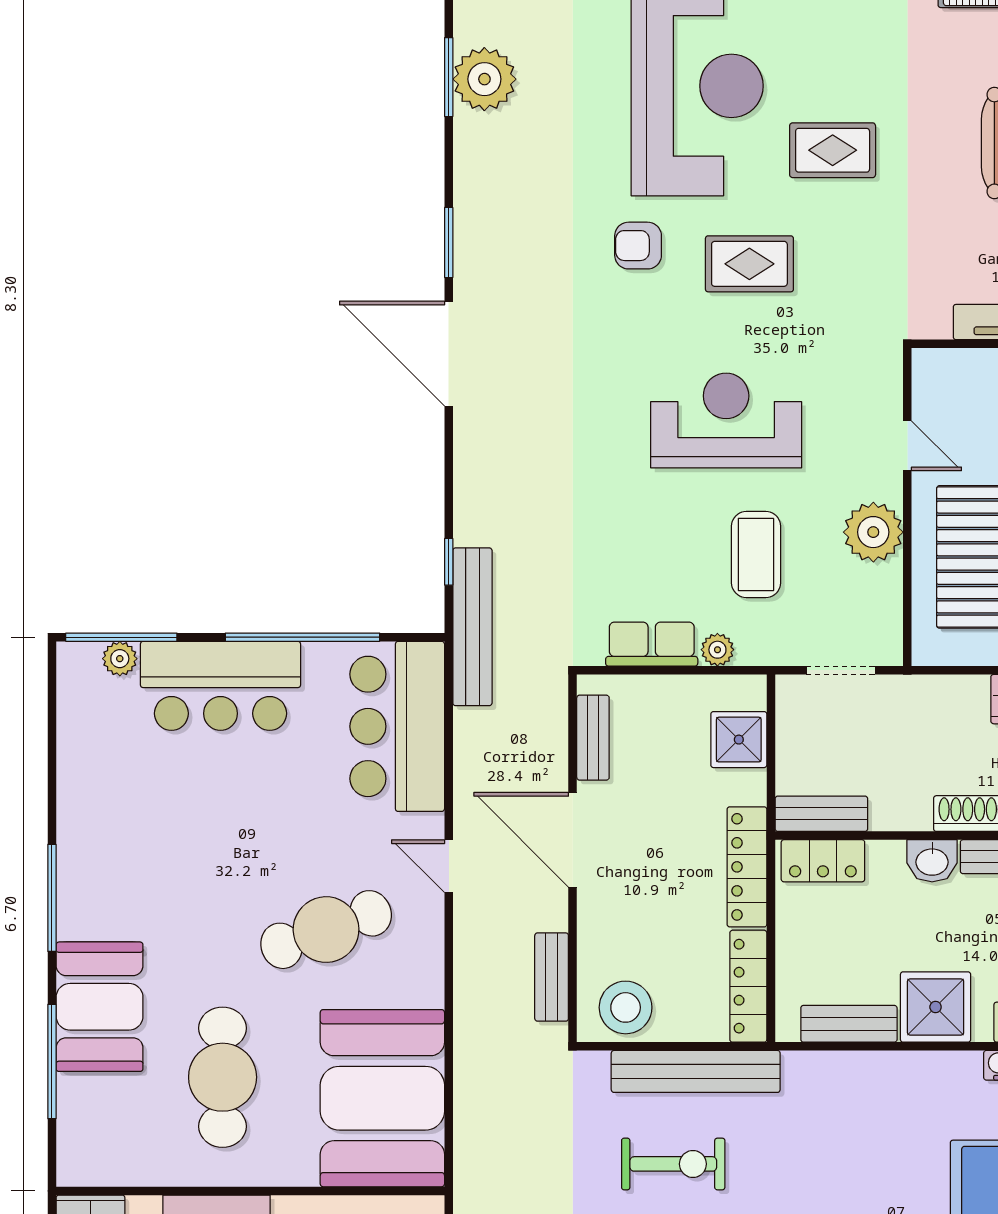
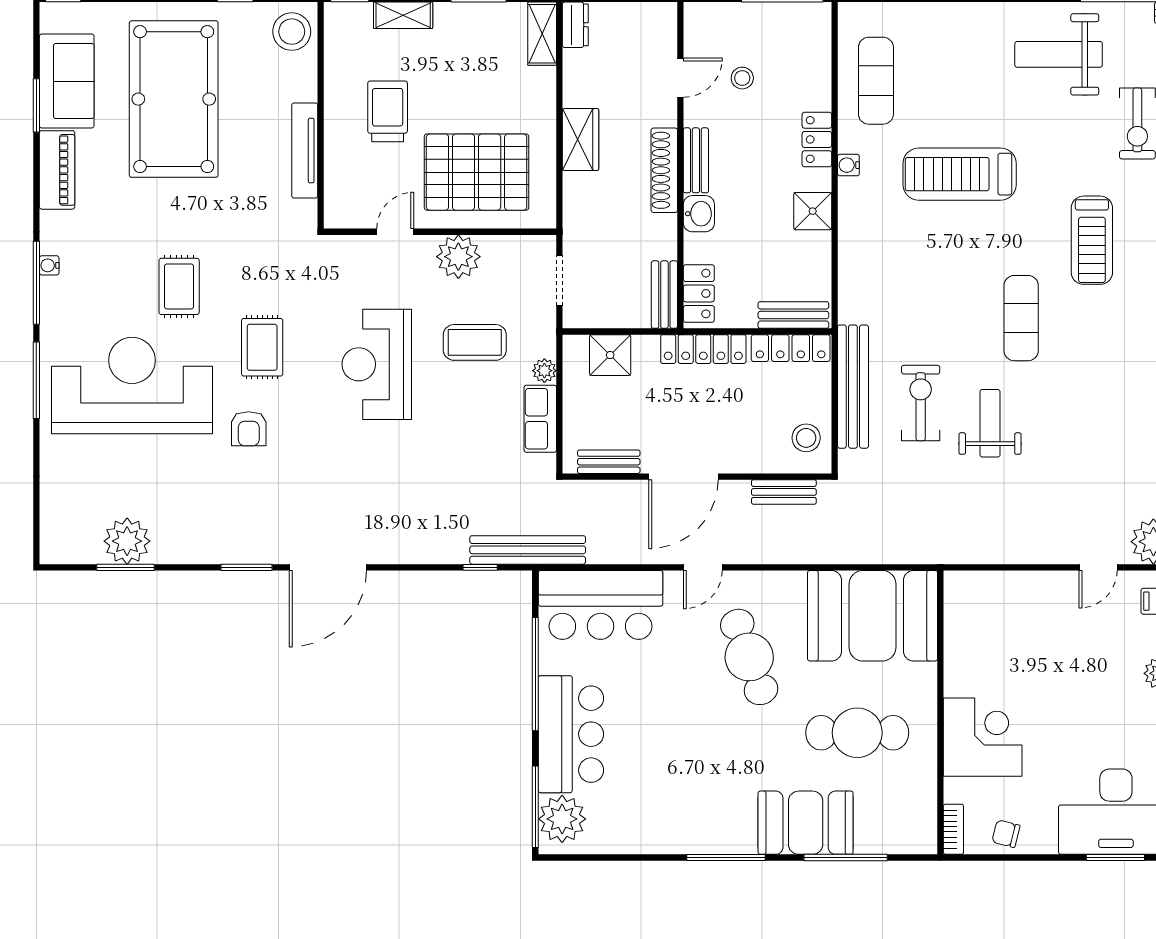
plant: (120, 659) -> (562, 819), width x1.88, depth x1.88
stool: (626, 1007) -> (806, 438), width x0.73, depth x0.73
shower: (936, 1007) -> (813, 211), width x0.73, depth x0.73
bench: (849, 1024) -> (793, 315), moved, turned 90

